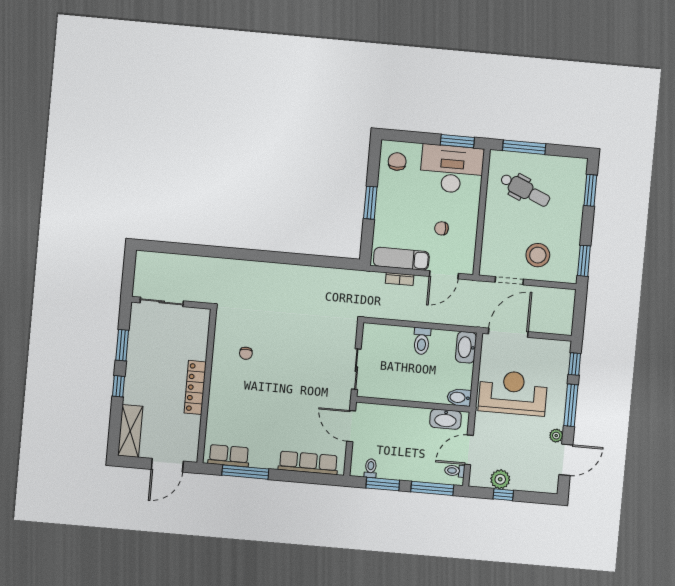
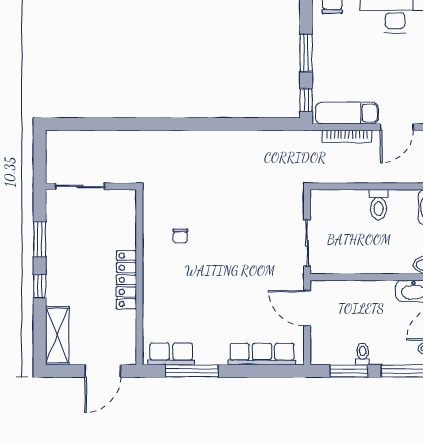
chair: (441, 228) -> (389, 75), removed
window: (367, 244) -> (306, 100), added
bookcase: (400, 279) -> (347, 136), width x1.56
toilet: (371, 468) -> (363, 354), moved

